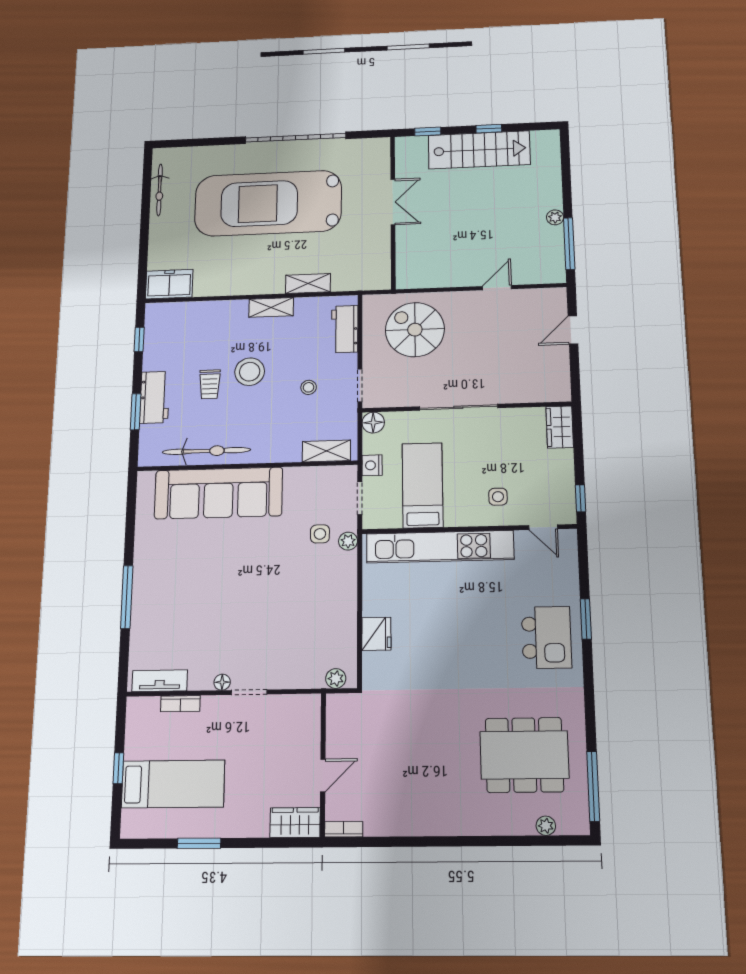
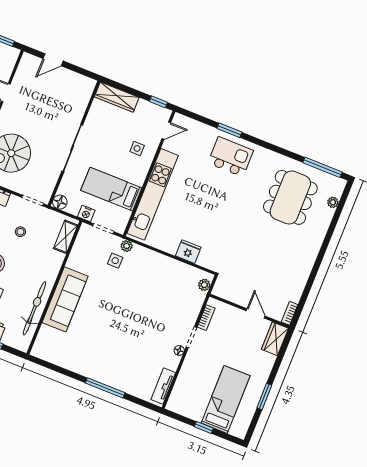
door: (573, 330) -> (53, 60), hinge flipped
wardrobe: (560, 427) -> (117, 97), width x1.50
sofa: (218, 493) -> (65, 299), width x0.74, depth x0.79
bookcase: (180, 704) -> (206, 318), moved

